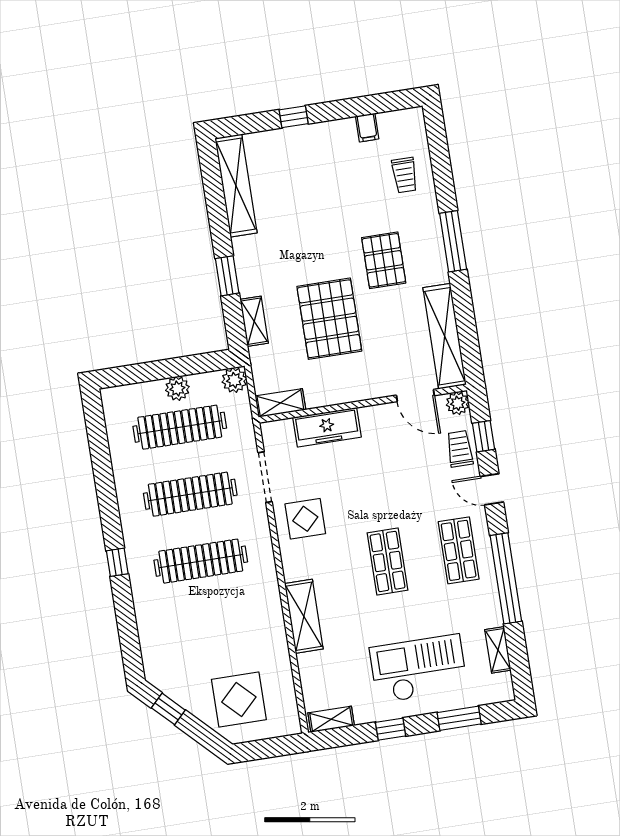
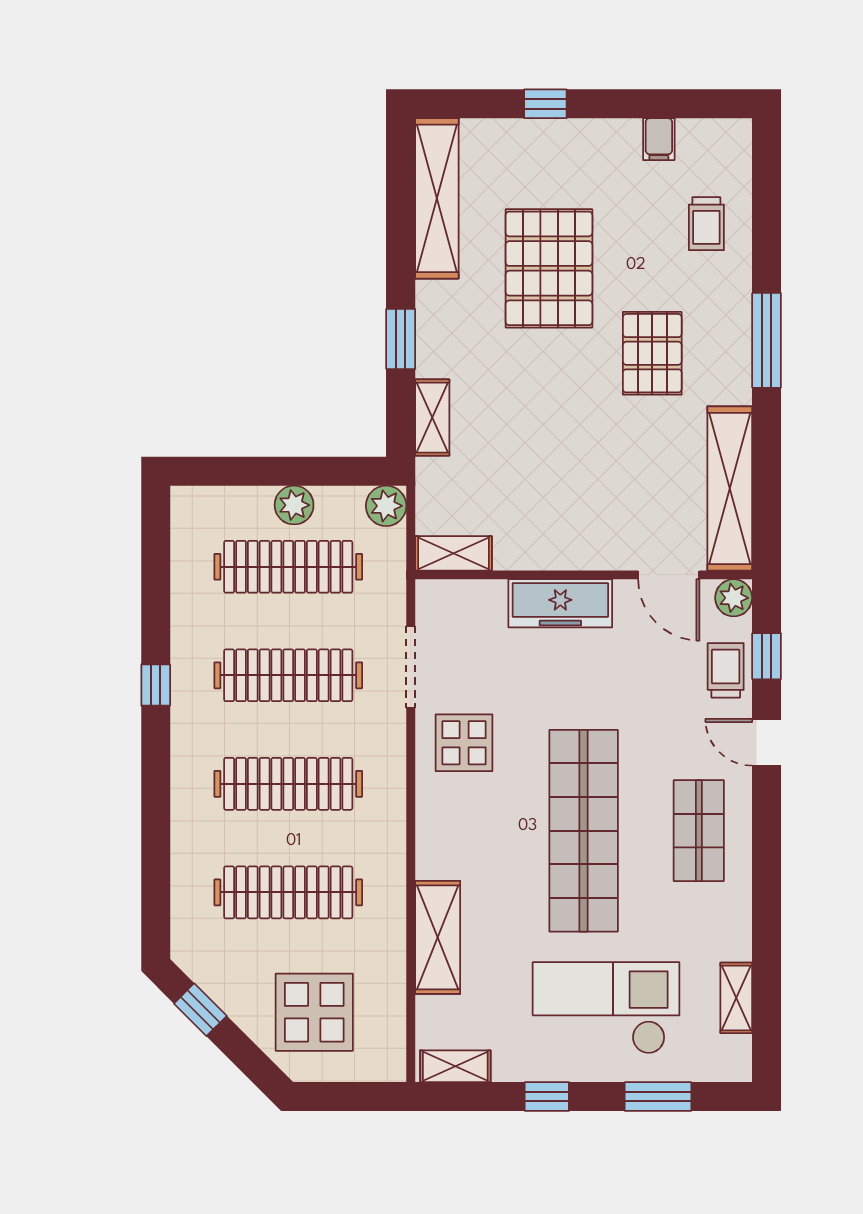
pallet: (329, 319) -> (549, 268), moved
freezer: (327, 427) -> (560, 603), moved
shop shelf: (388, 561) -> (584, 831), width x2.00, depth x1.36
window: (117, 562) -> (156, 685), moved
window: (506, 578) -> (767, 887), removed
shelving: (304, 616) -> (438, 937), moved
clothes rail: (211, 628) -> (288, 892), added

